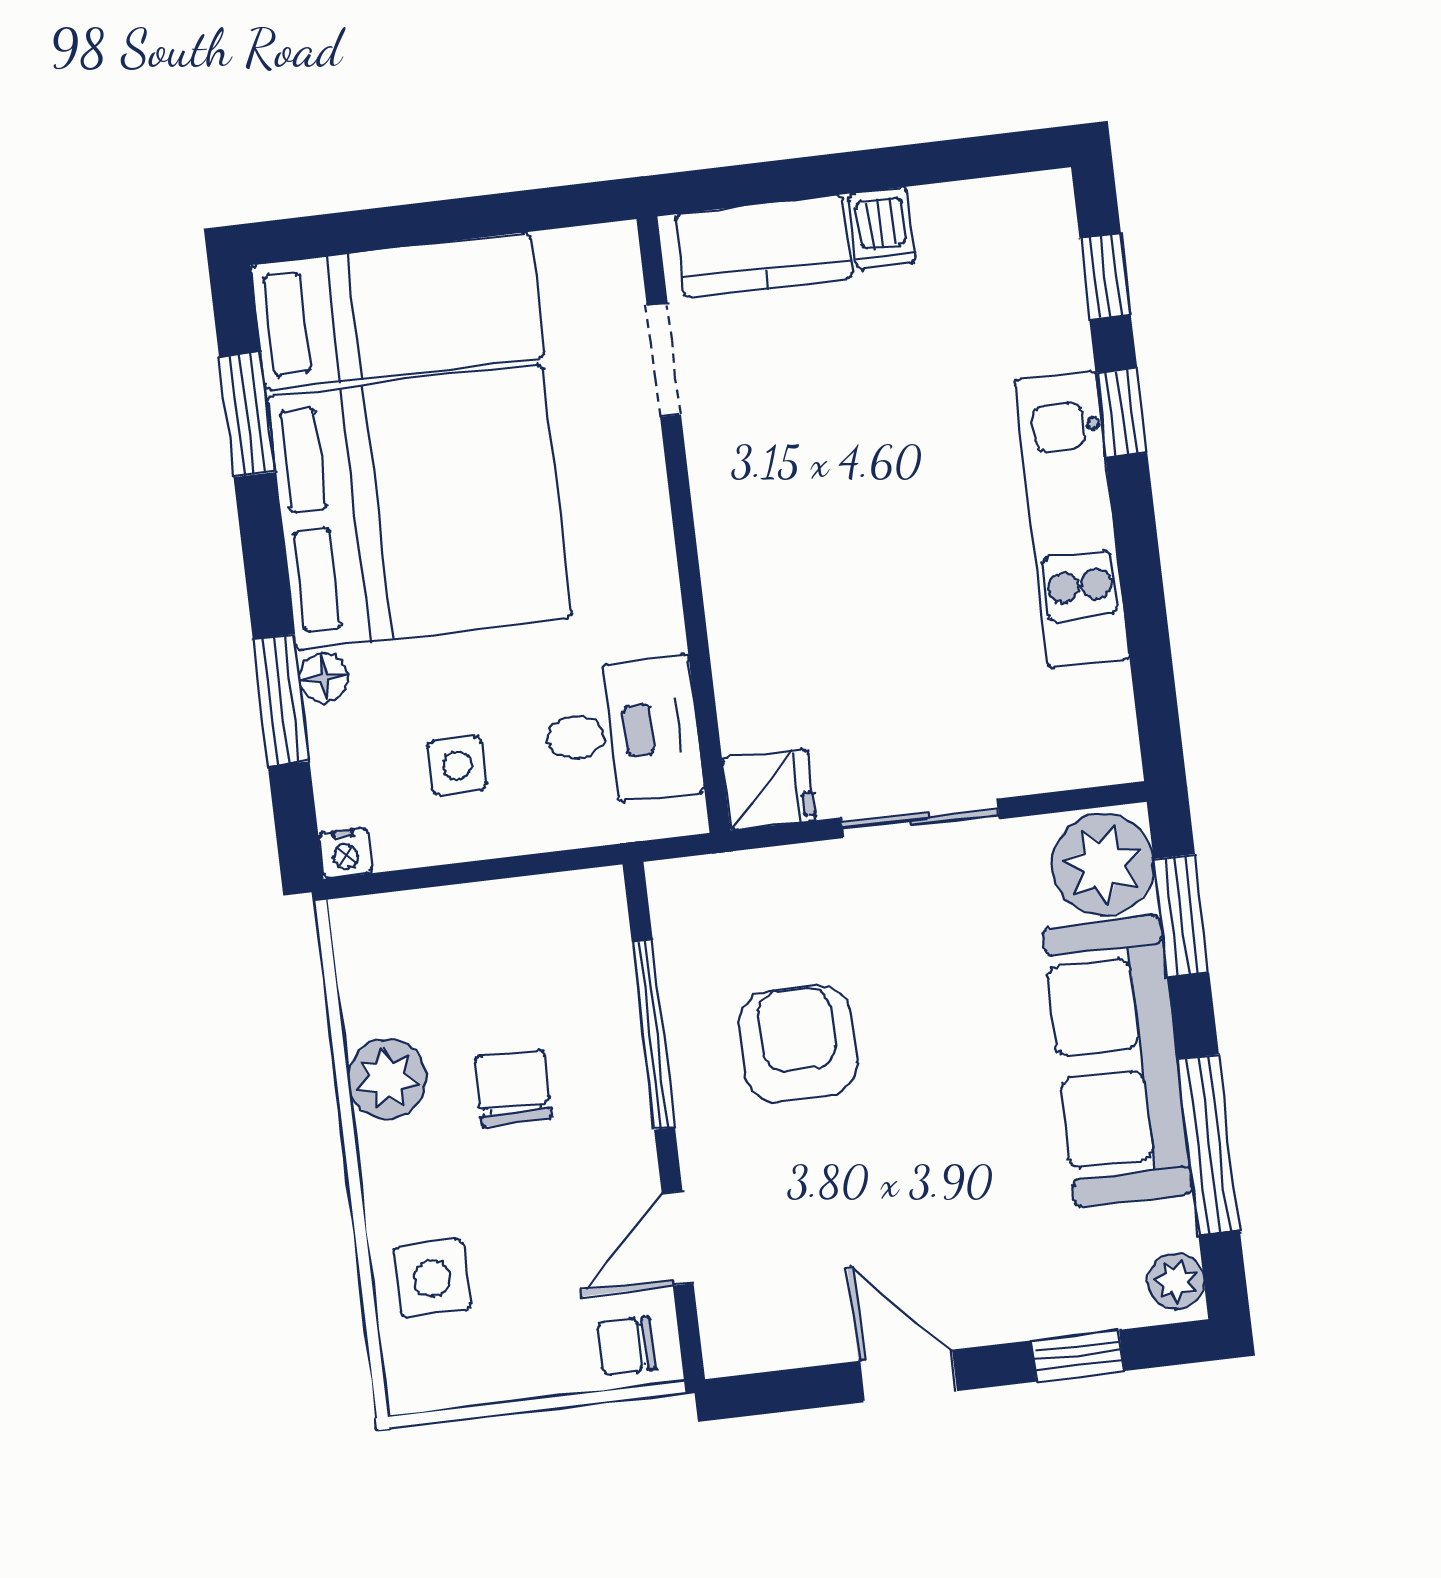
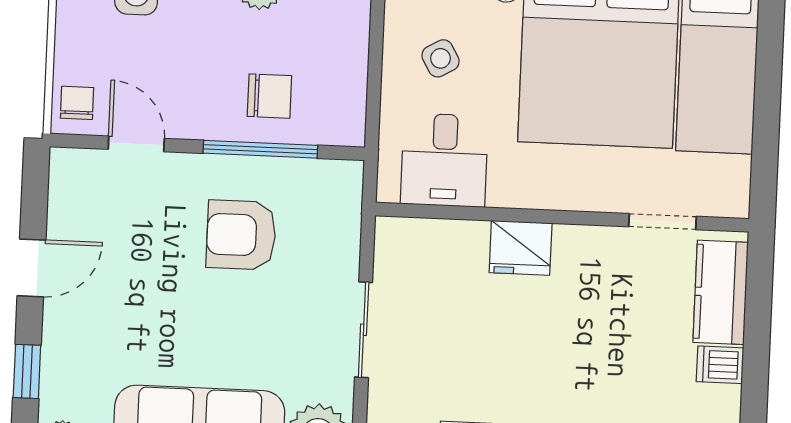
side table: (457, 765) -> (440, 58), turned -30
fridge: (769, 789) -> (521, 248), moved, width x1.38
armchair: (798, 1043) -> (241, 235), turned 180
chair: (513, 1088) -> (269, 96), moved

